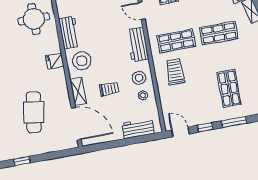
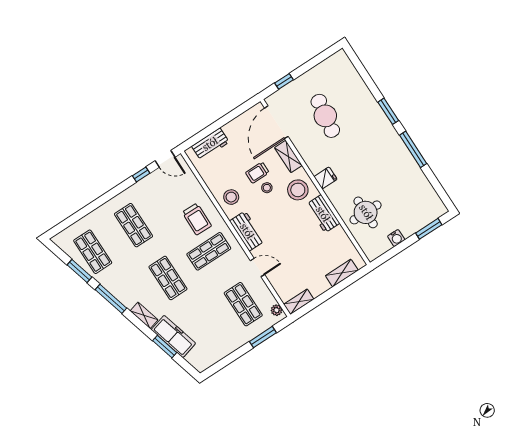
shop shelf: (219, 33) -> (168, 278), turned 90
stool: (143, 95) -> (267, 188), moved
window: (234, 122) -> (114, 192), removed
door: (76, 124) -> (276, 122), hinge flipped
window: (22, 161) -> (284, 81), moved

